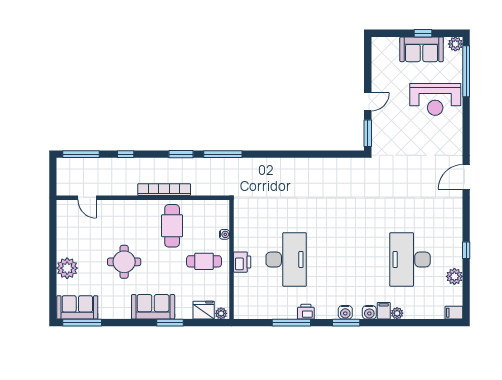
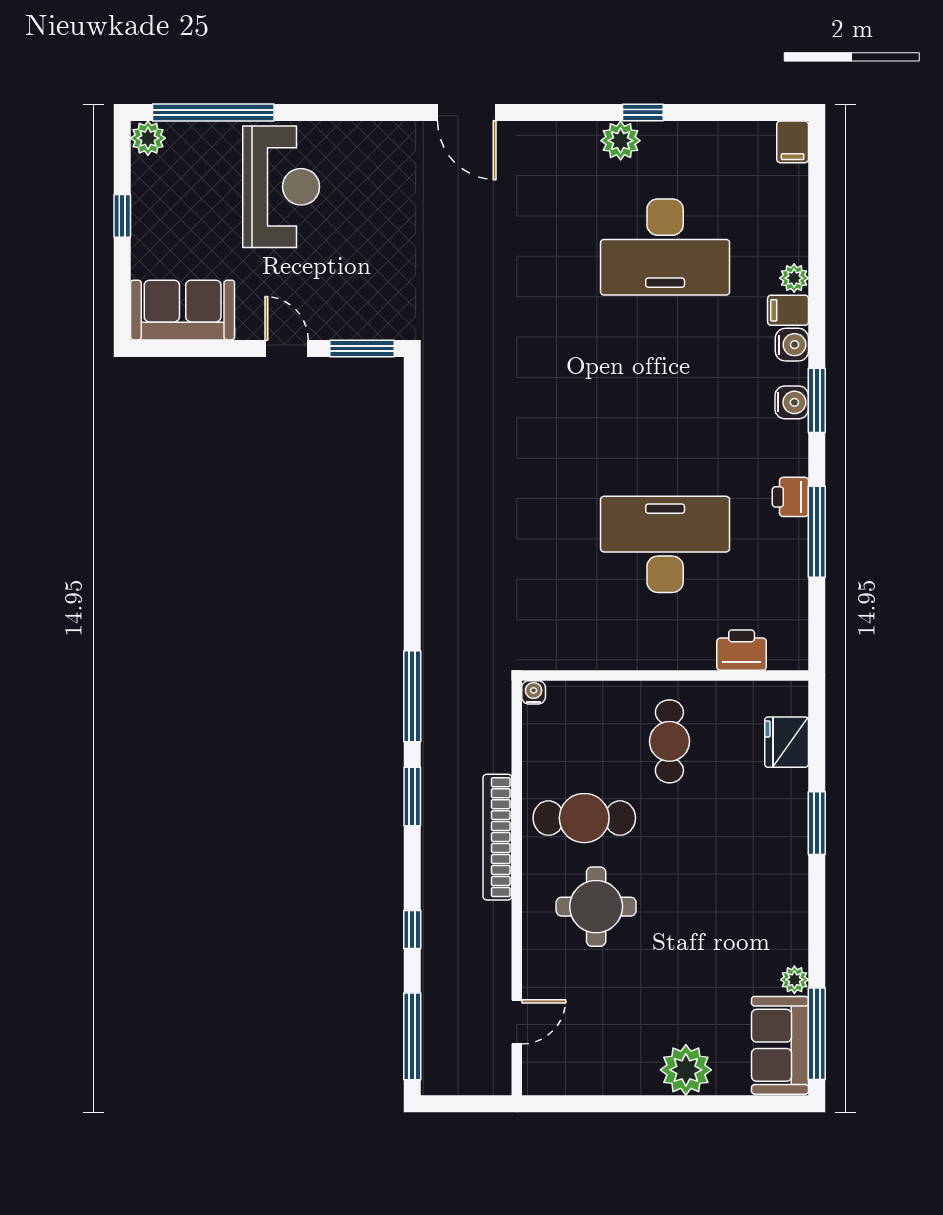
sofa: (422, 49) -> (183, 310), moved, turned -90
water cooler: (224, 234) -> (534, 692), moved
round table: (124, 262) -> (596, 907), moved
printer: (242, 262) -> (742, 650), moved
plant: (454, 276) -> (621, 141), moved
sofa: (153, 307) -> (779, 864), removed
plant: (221, 313) -> (794, 980), moved

